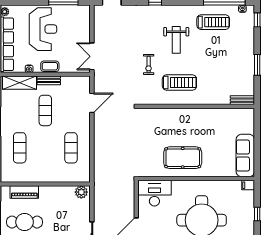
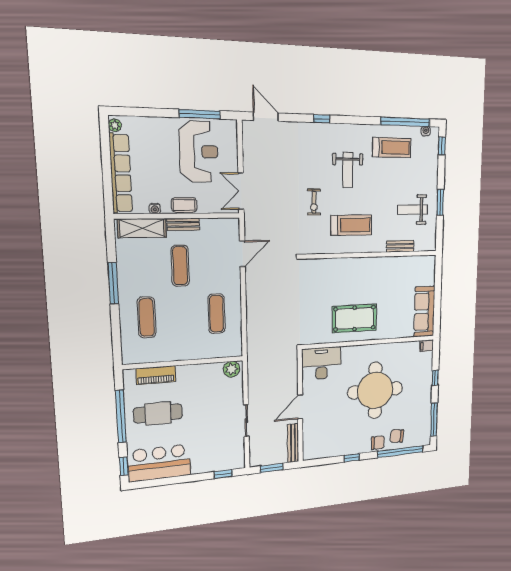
reception desk: (43, 29) -> (199, 152), moved
weight bench: (232, 71) -> (413, 210), added
bench: (242, 100) -> (400, 246), moved

